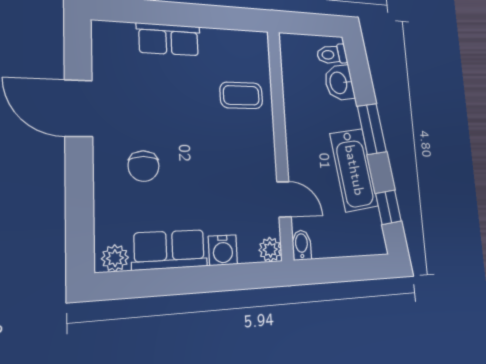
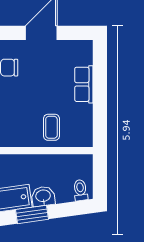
washbasin: (339, 83) -> (43, 196), moved

